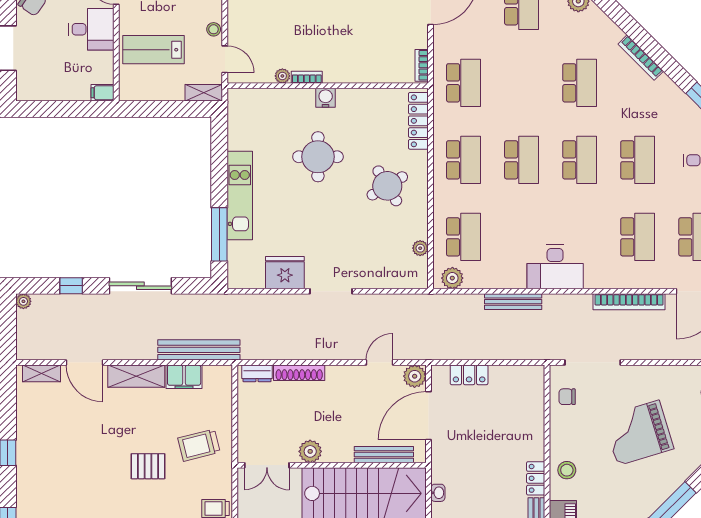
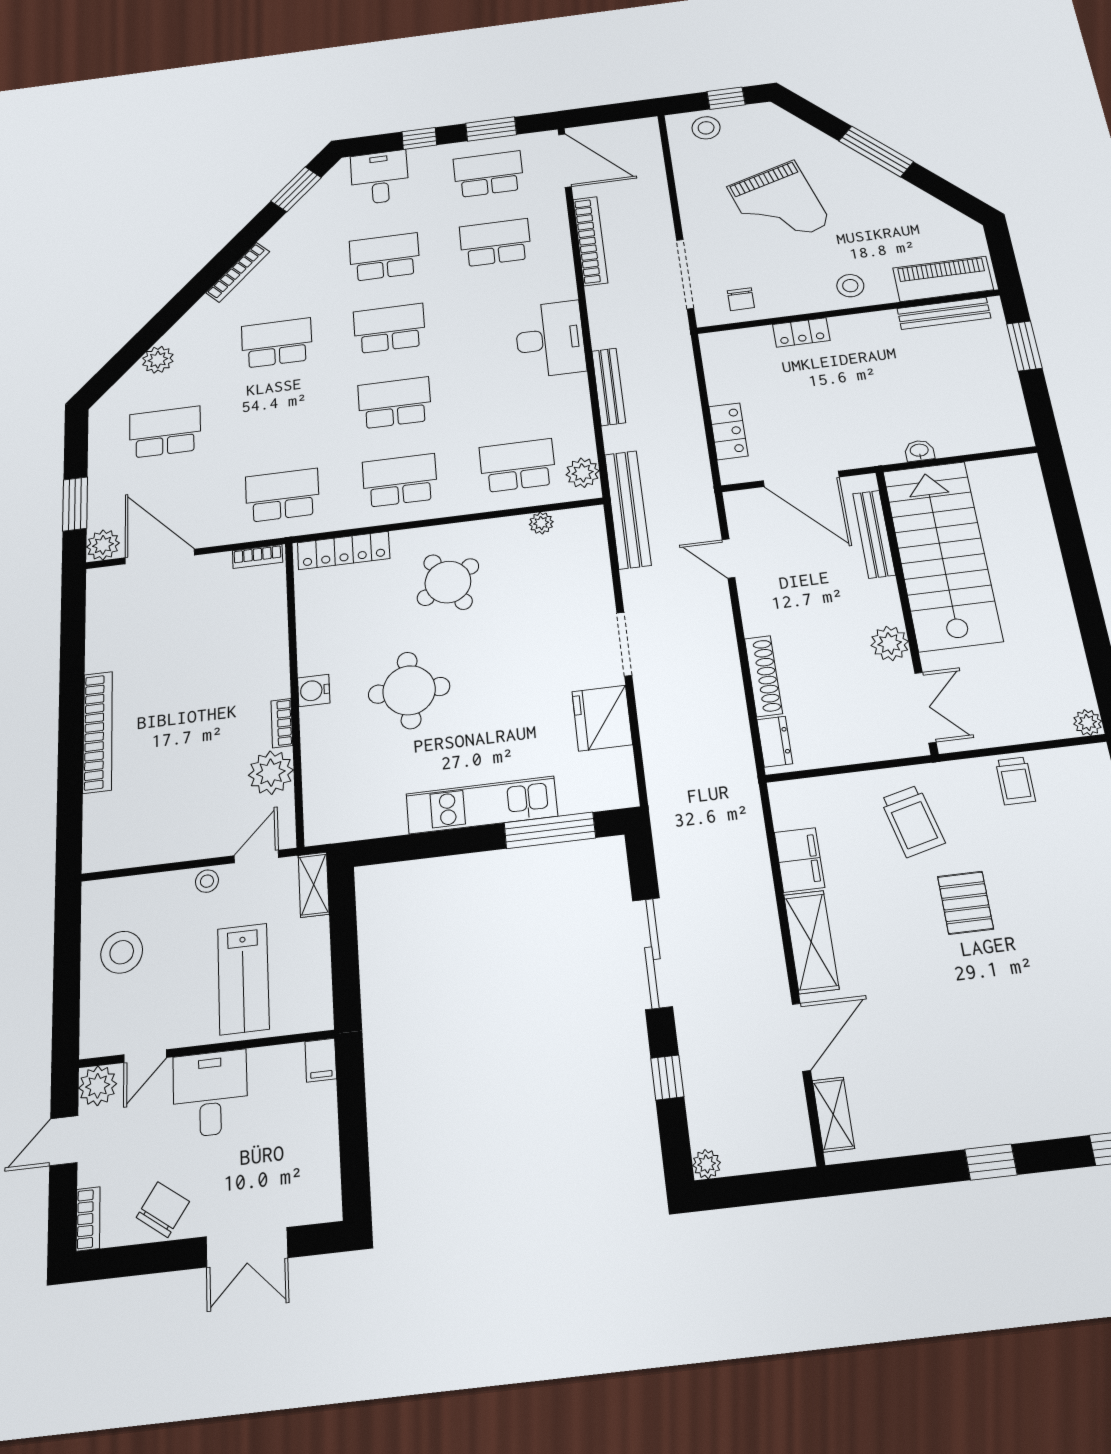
plant: (282, 76) -> (271, 773), width x1.88, depth x1.88
bench: (199, 350) -> (628, 509), moved
plant: (415, 376) -> (742, 506), removed
locker: (536, 478) -> (801, 332), moved

